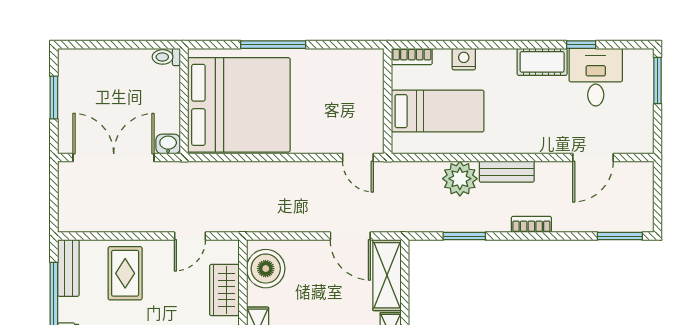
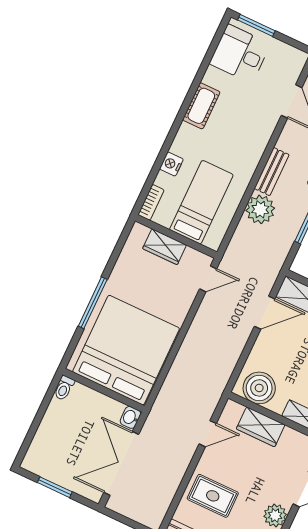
window: (581, 45) -> (202, 70), removed
desk: (596, 77) -> (240, 54), moved
wardrobe: (371, 94) -> (165, 247), added
door: (190, 236) -> (208, 434), hinge flipped

